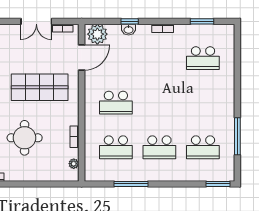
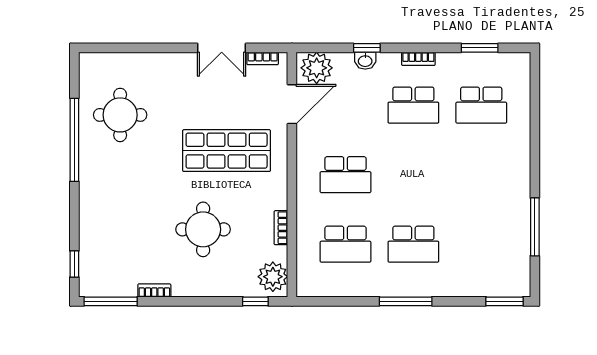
school desk: (203, 147) -> (413, 105), moved
plant: (74, 164) -> (273, 277), width x1.87, depth x1.87
window: (58, 184) -> (255, 301), added
window: (131, 184) -> (406, 301), moved

